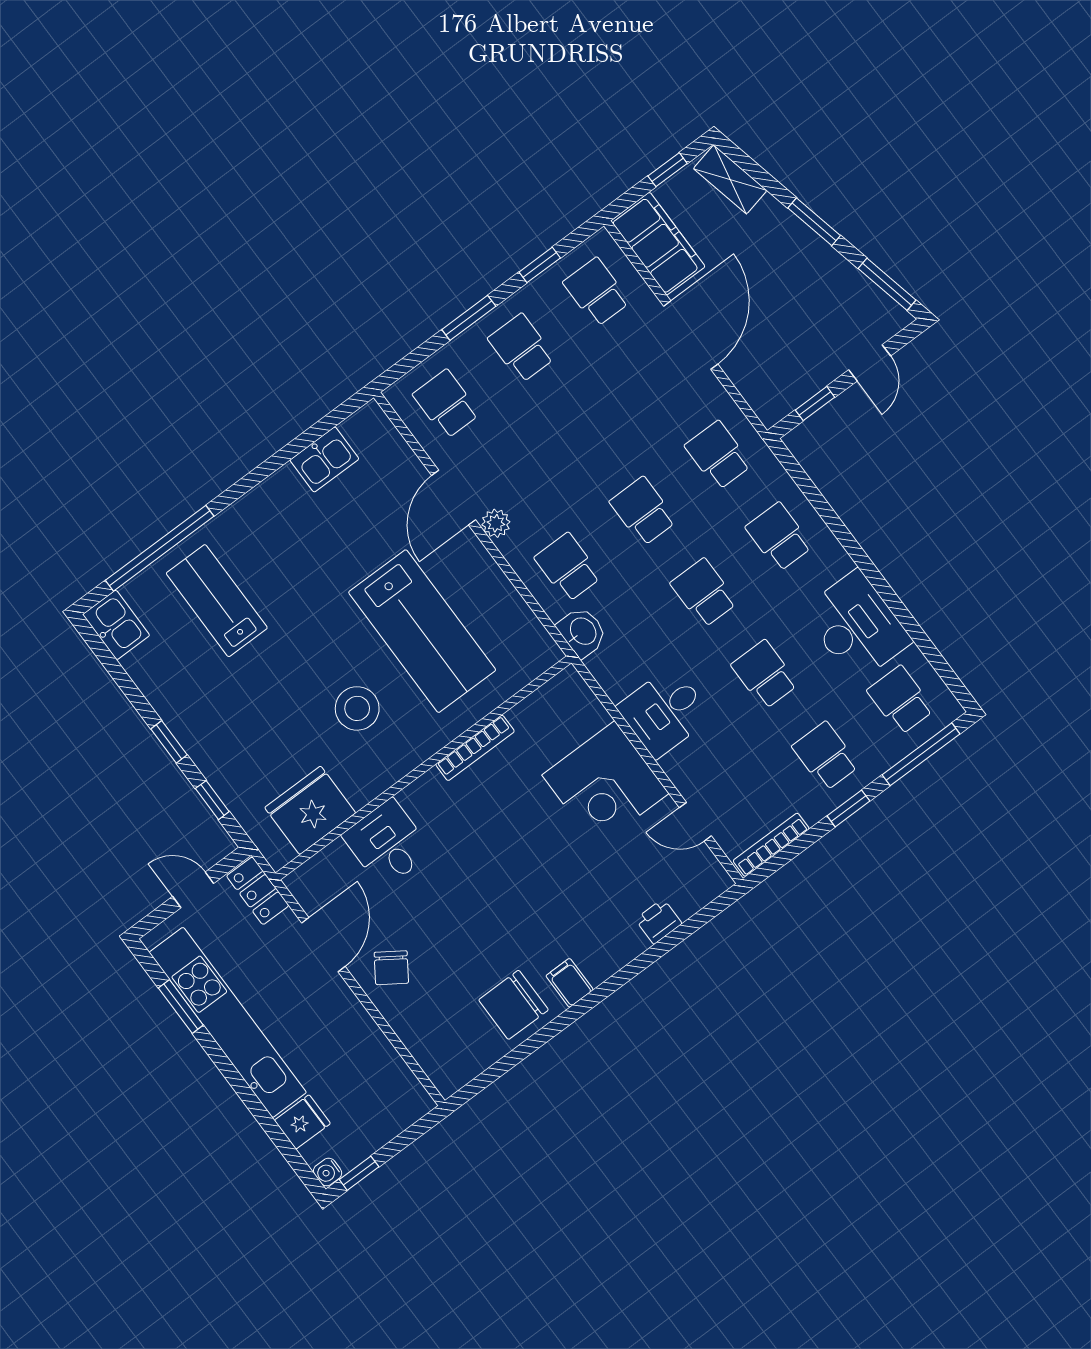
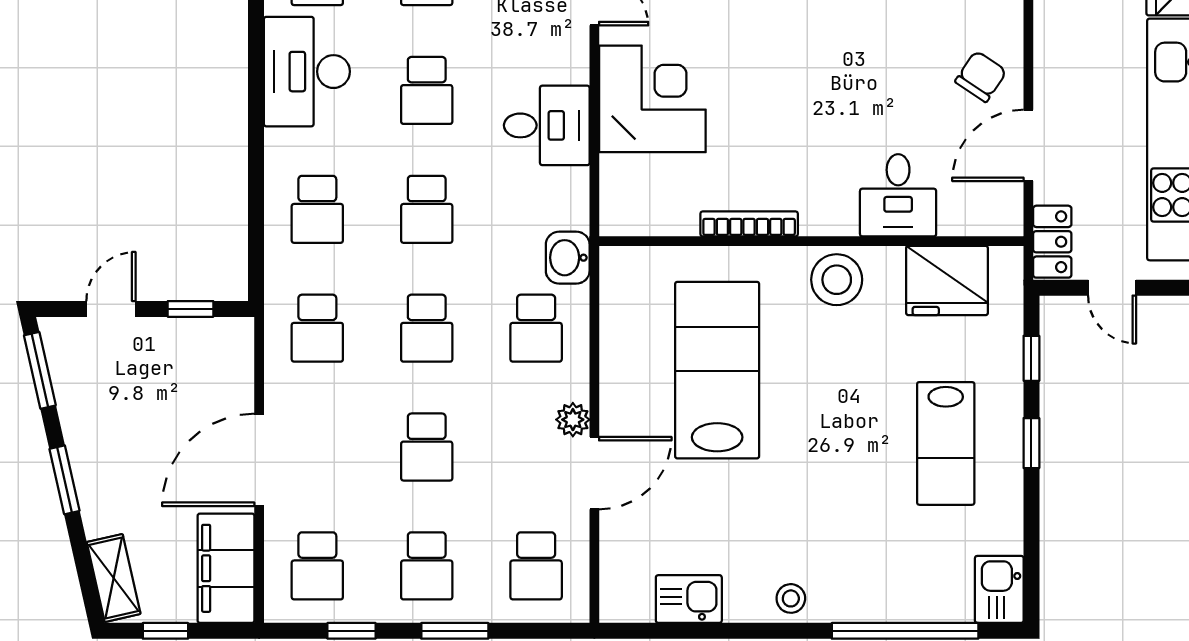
school desk: (582, 430) -> (427, 447), added
stool: (255, 512) -> (791, 598), added
lab bench: (217, 601) -> (946, 443), moved
stool: (357, 708) -> (837, 280), moved

